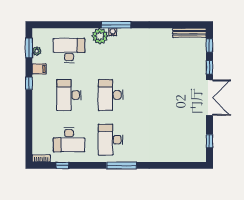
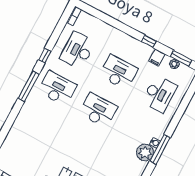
plant: (100, 36) -> (145, 152), moved
window: (62, 165) -> (45, 56), moved

